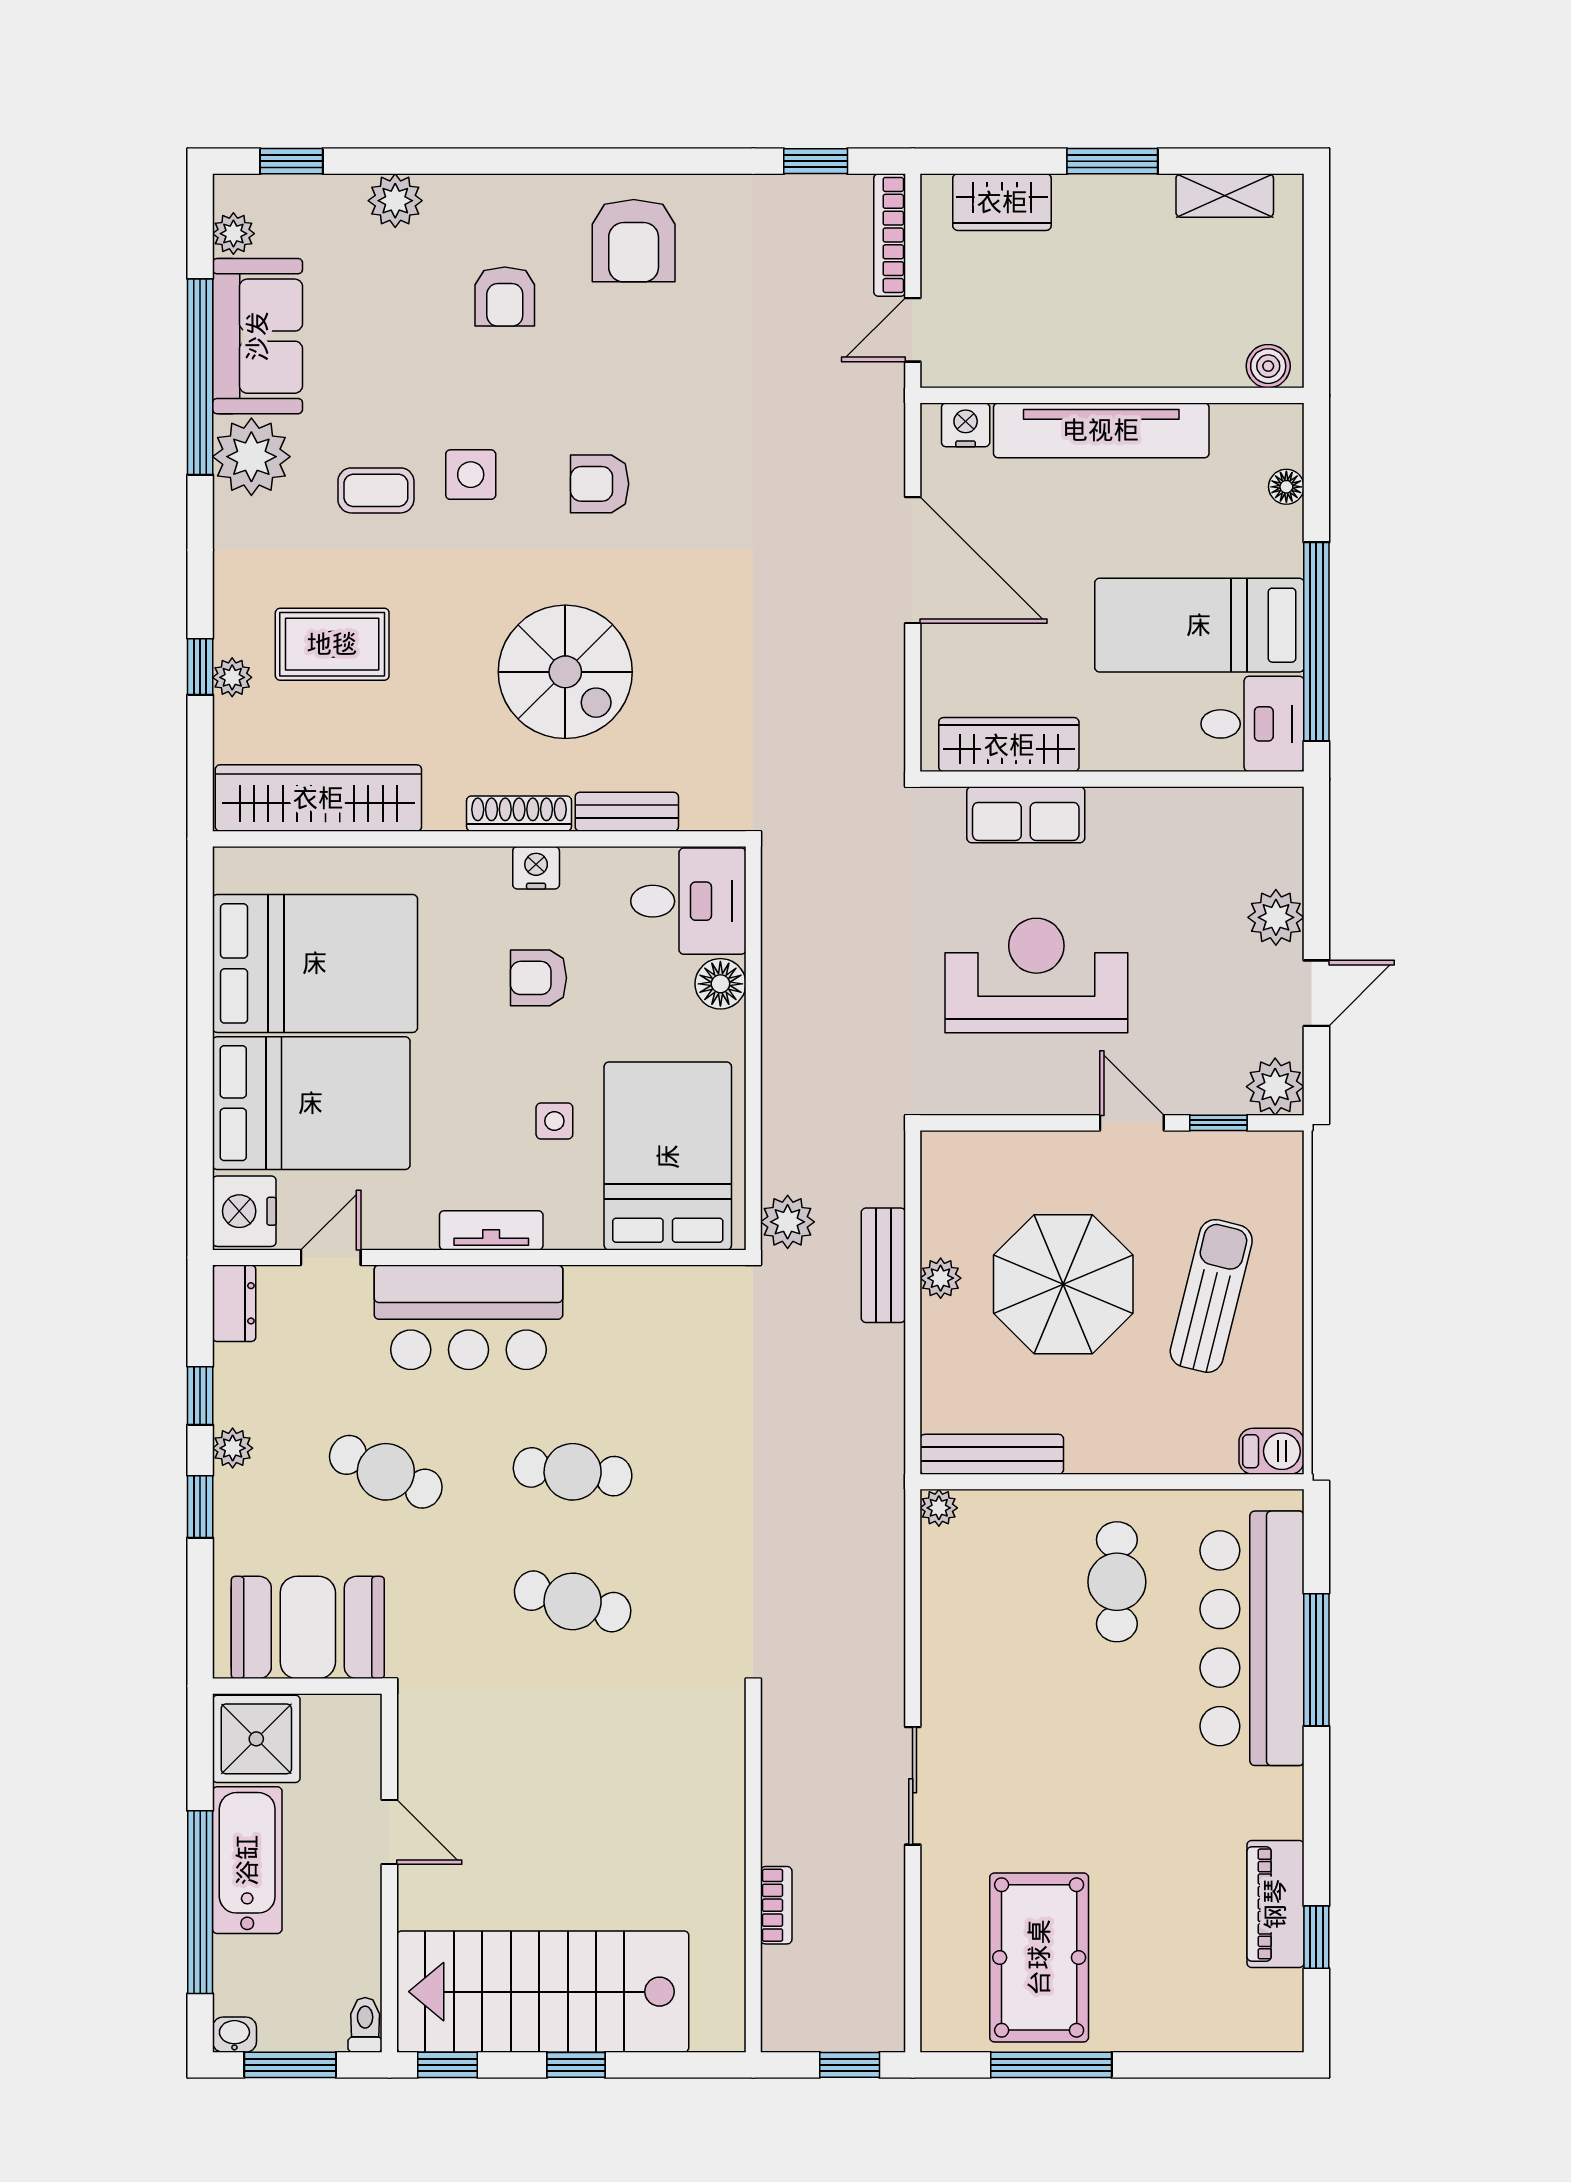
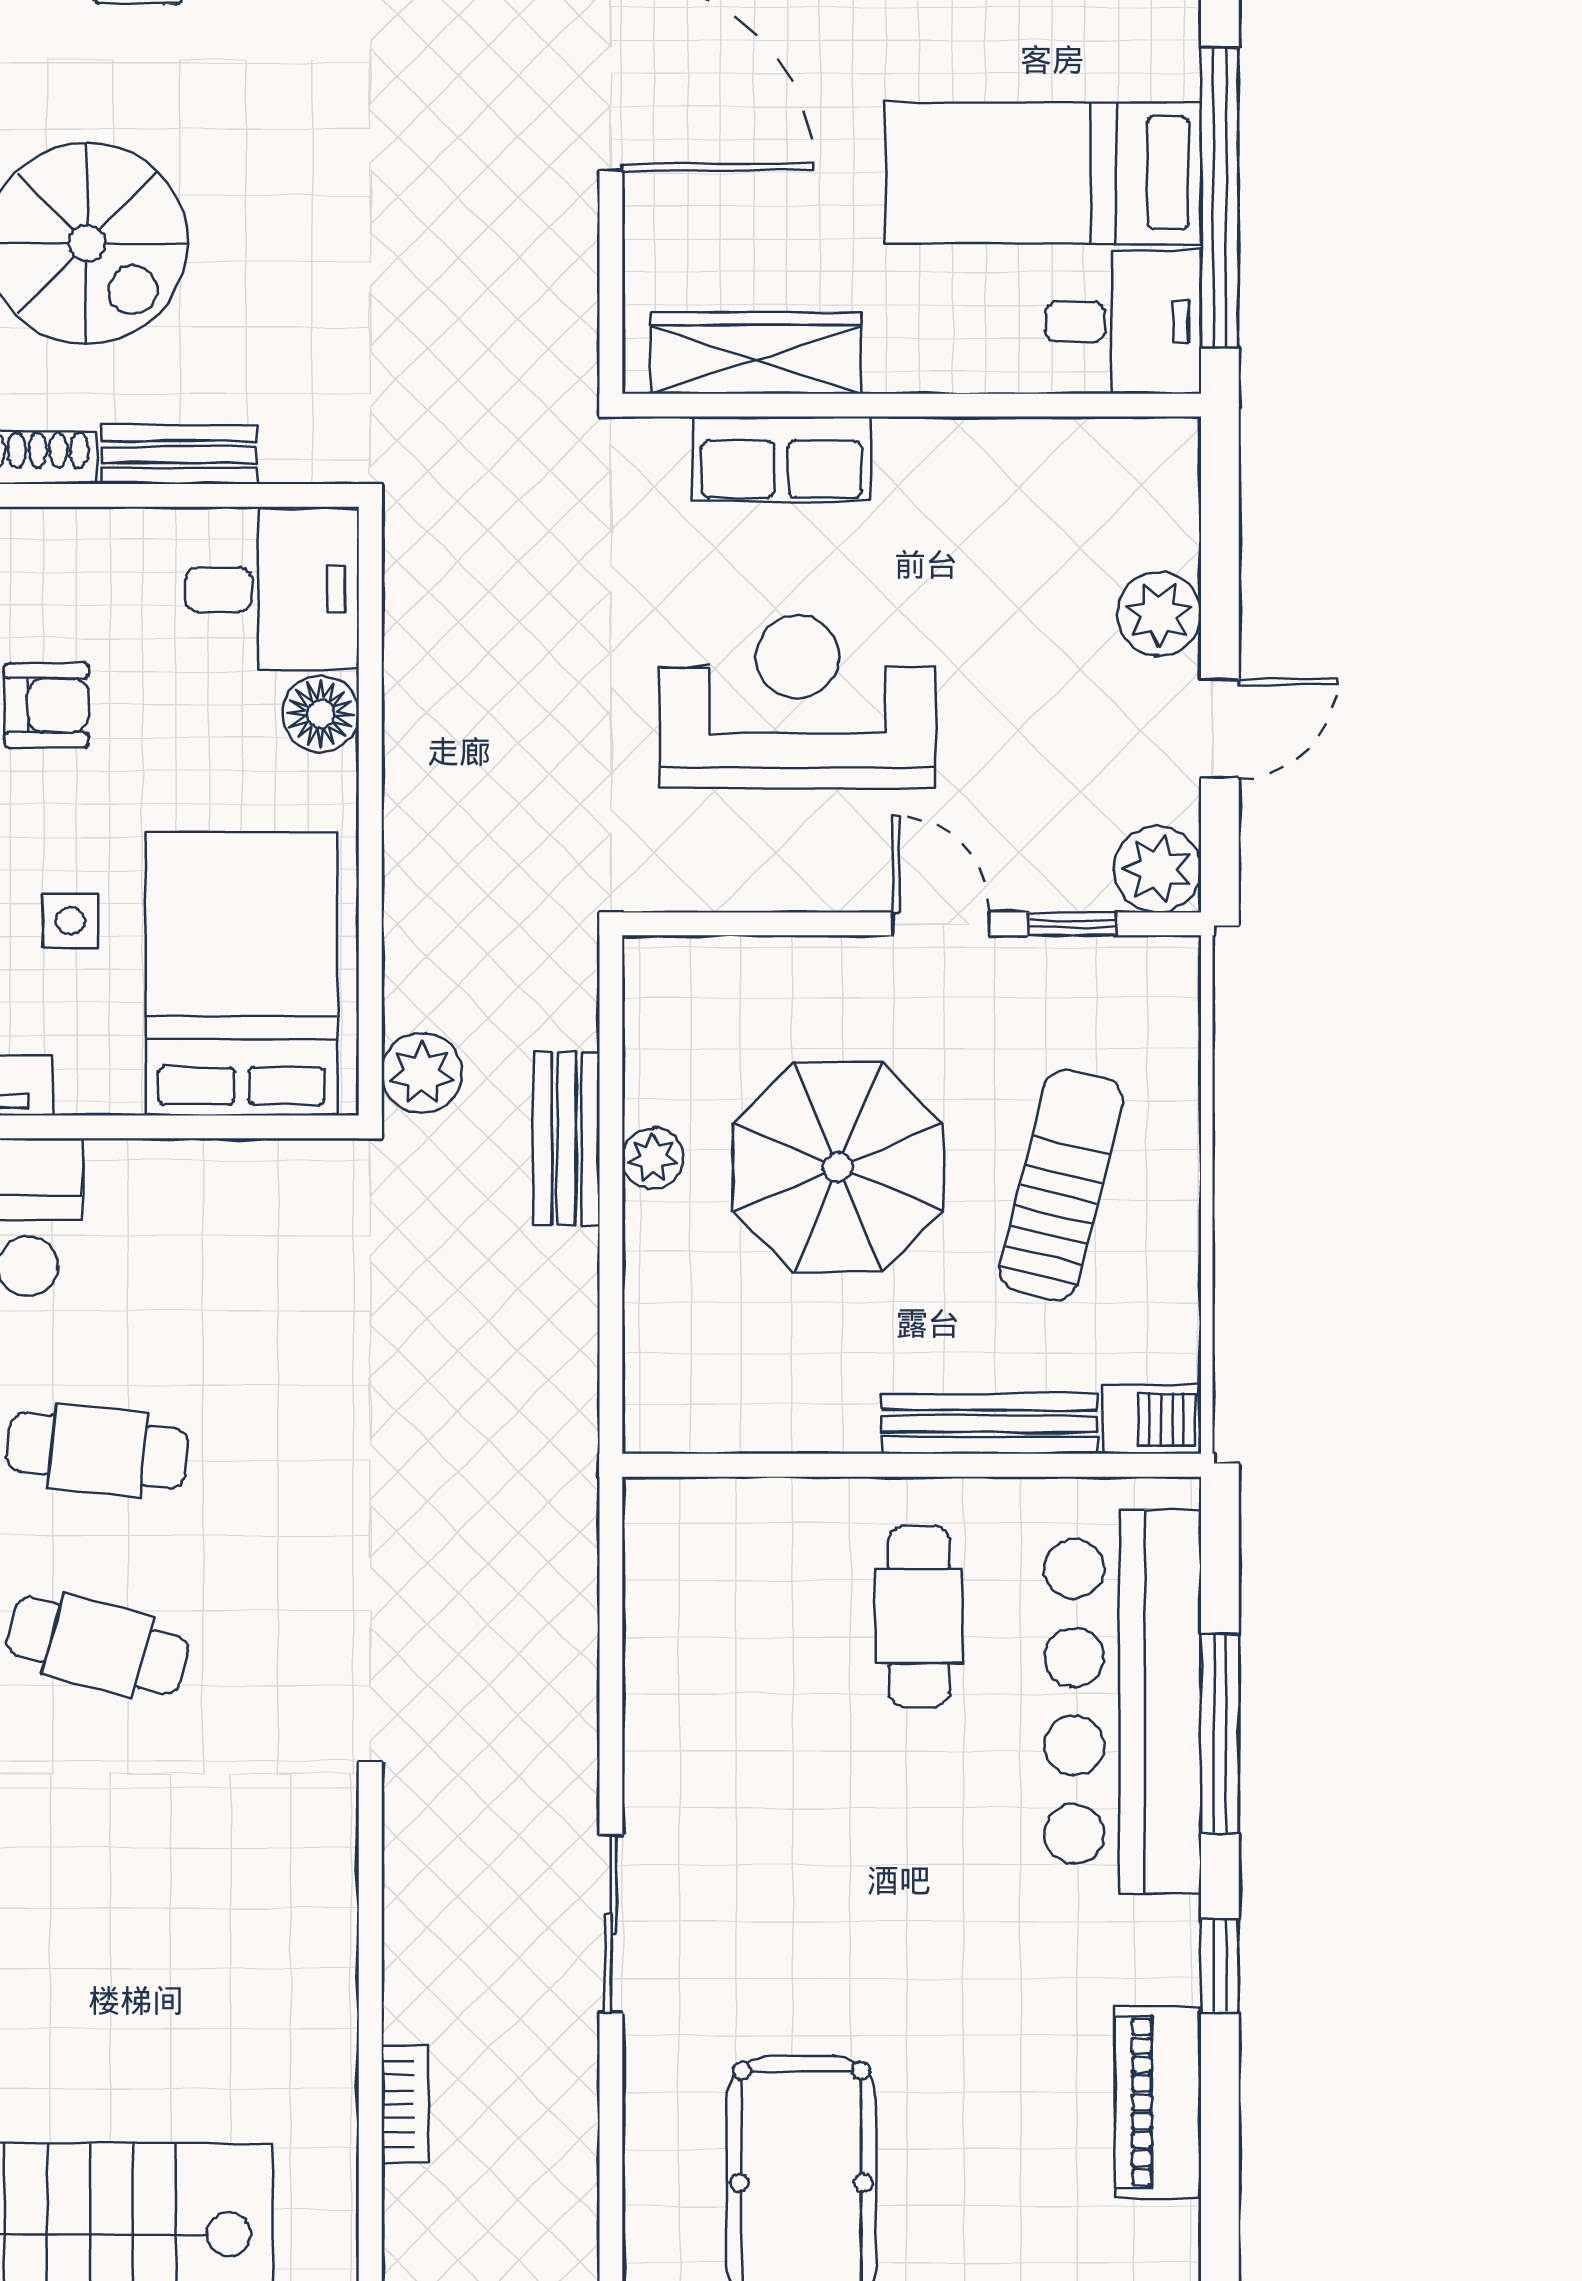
nightstand: (536, 868) -> (43, 539), removed
armchair: (539, 978) -> (46, 705), turned 180
bench: (992, 1454) -> (989, 1424), moved
plant: (939, 1508) -> (650, 1505), removed
window: (1316, 1937) -> (1220, 1966), moved

